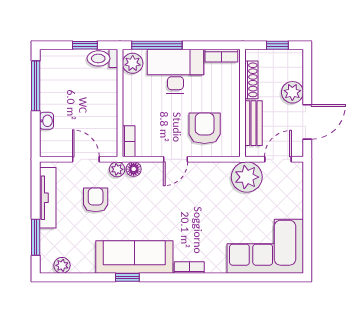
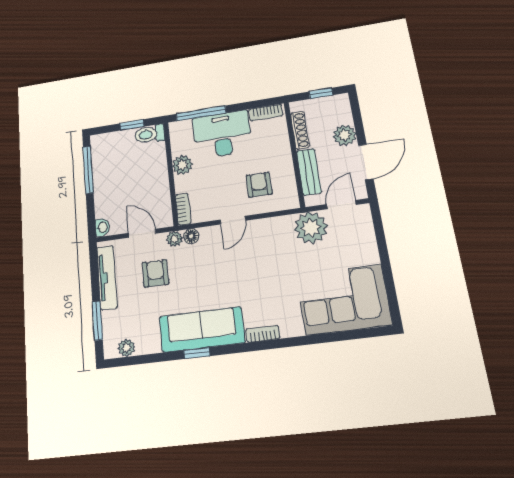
plant: (133, 63) -> (182, 165), moved
washbasin: (46, 121) -> (102, 227), moved
armchair: (205, 128) -> (259, 185), width x0.72, depth x0.72

